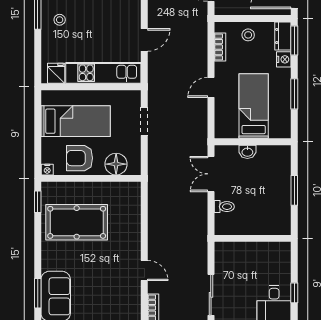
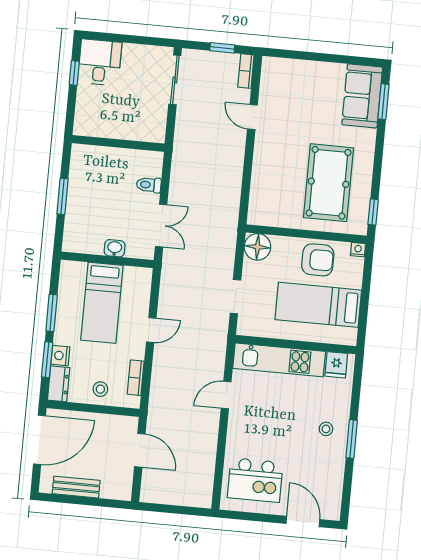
window: (294, 40) -> (47, 360), moved
floor lamp: (116, 164) -> (257, 247), moved
pool table: (77, 222) -> (328, 183), turned 90

